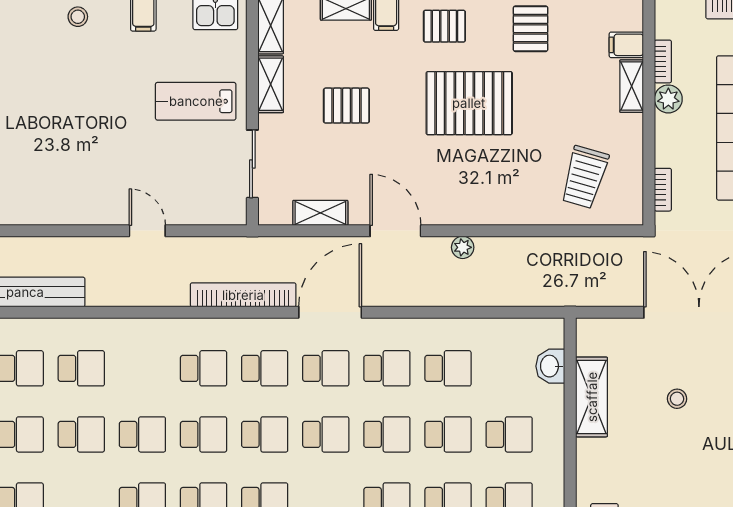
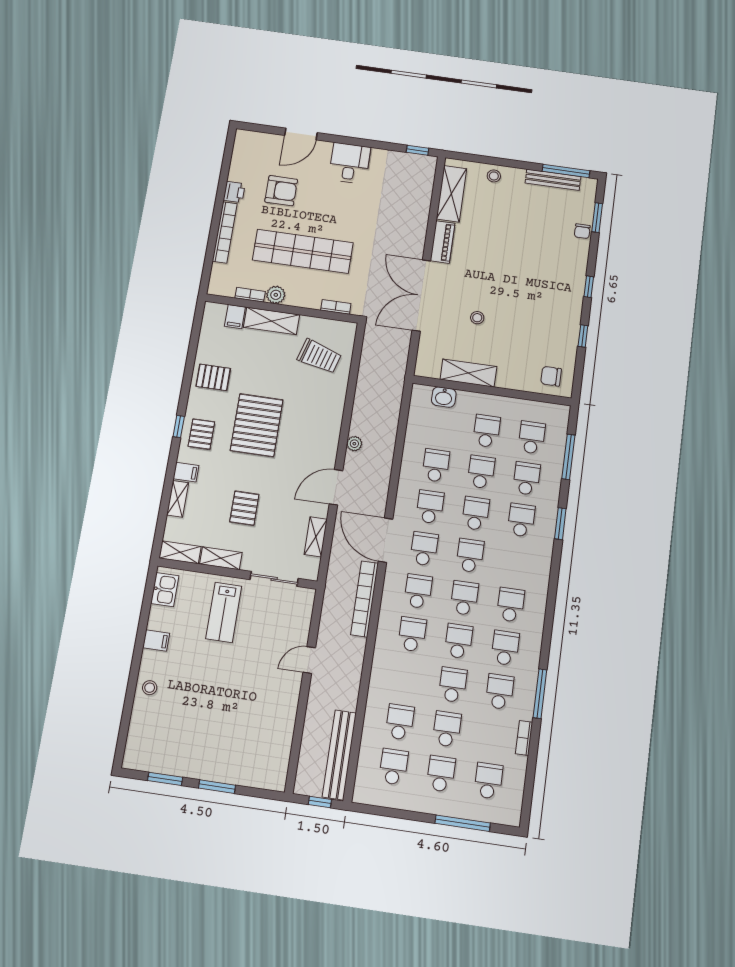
shelving: (632, 86) -> (272, 321), width x1.50, depth x1.33

